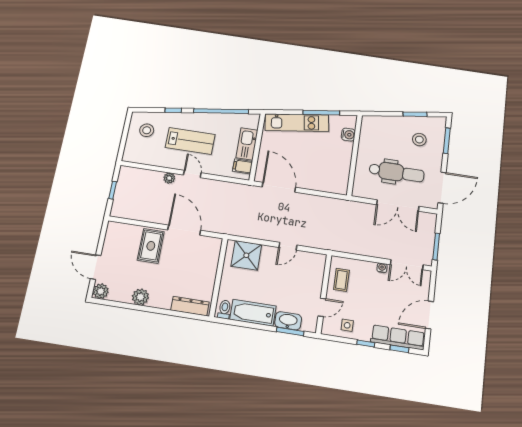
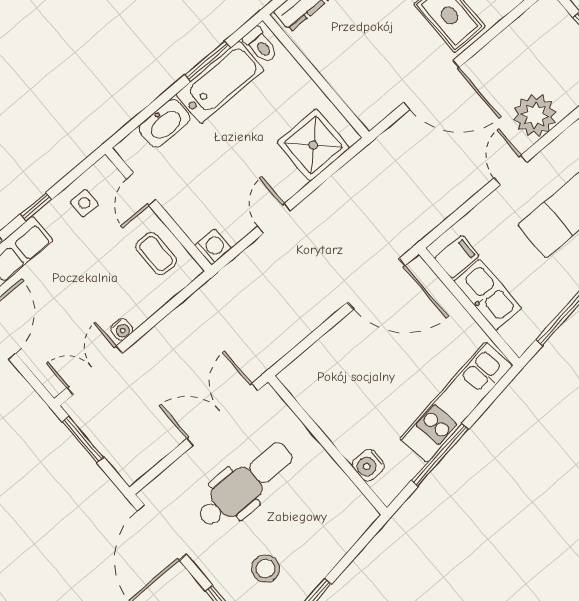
dental chair: (397, 172) -> (245, 485), turned 180
door: (192, 174) -> (511, 170), swing flipped
plant: (169, 178) -> (535, 115), width x1.88, depth x1.88
double door: (398, 205) -> (222, 414), moved
washing machine: (319, 260) -> (213, 247), added
window: (290, 332) -> (208, 61), moved

